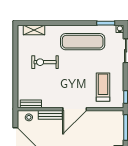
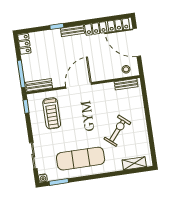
exercise bike: (45, 62) -> (117, 131), turned -50
bench: (50, 115) -> (39, 85), moved

